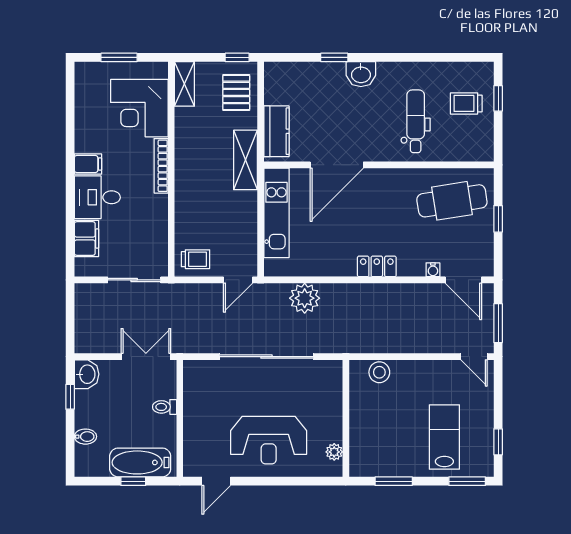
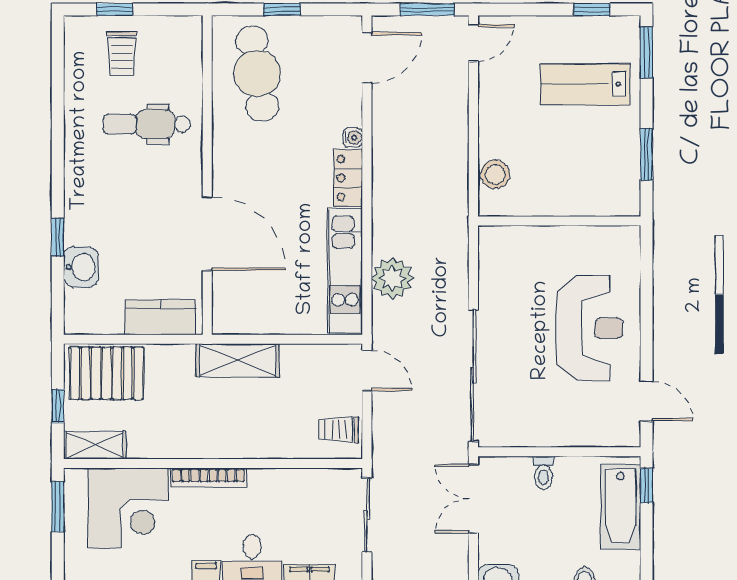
window: (119, 57) -> (58, 507), moved
window: (237, 57) -> (58, 406), moved
washbasin: (361, 74) -> (81, 267), moved
pallet: (236, 92) -> (107, 373), width x1.50, depth x1.42
shelving: (246, 160) -> (238, 360), moved
kitchen unit: (276, 213) -> (345, 271), moved, turned -90
trolley: (196, 259) -> (338, 430), turned -90
water cooler: (433, 270) -> (353, 138), moved
sliding door: (267, 357) -> (473, 375), moved
plant: (334, 452) -> (606, 237), removed
window: (133, 481) -> (646, 486), moved

